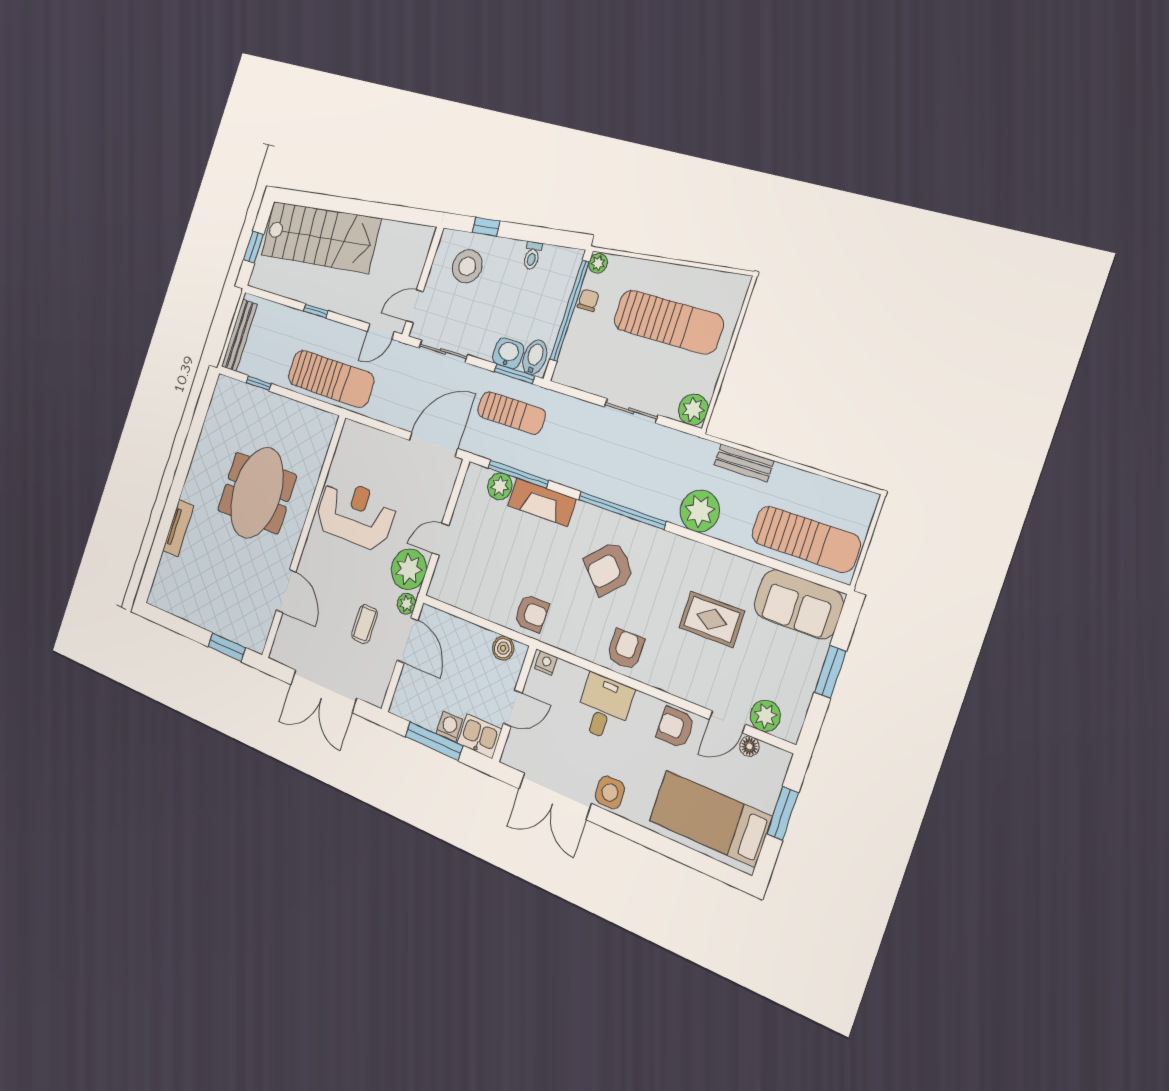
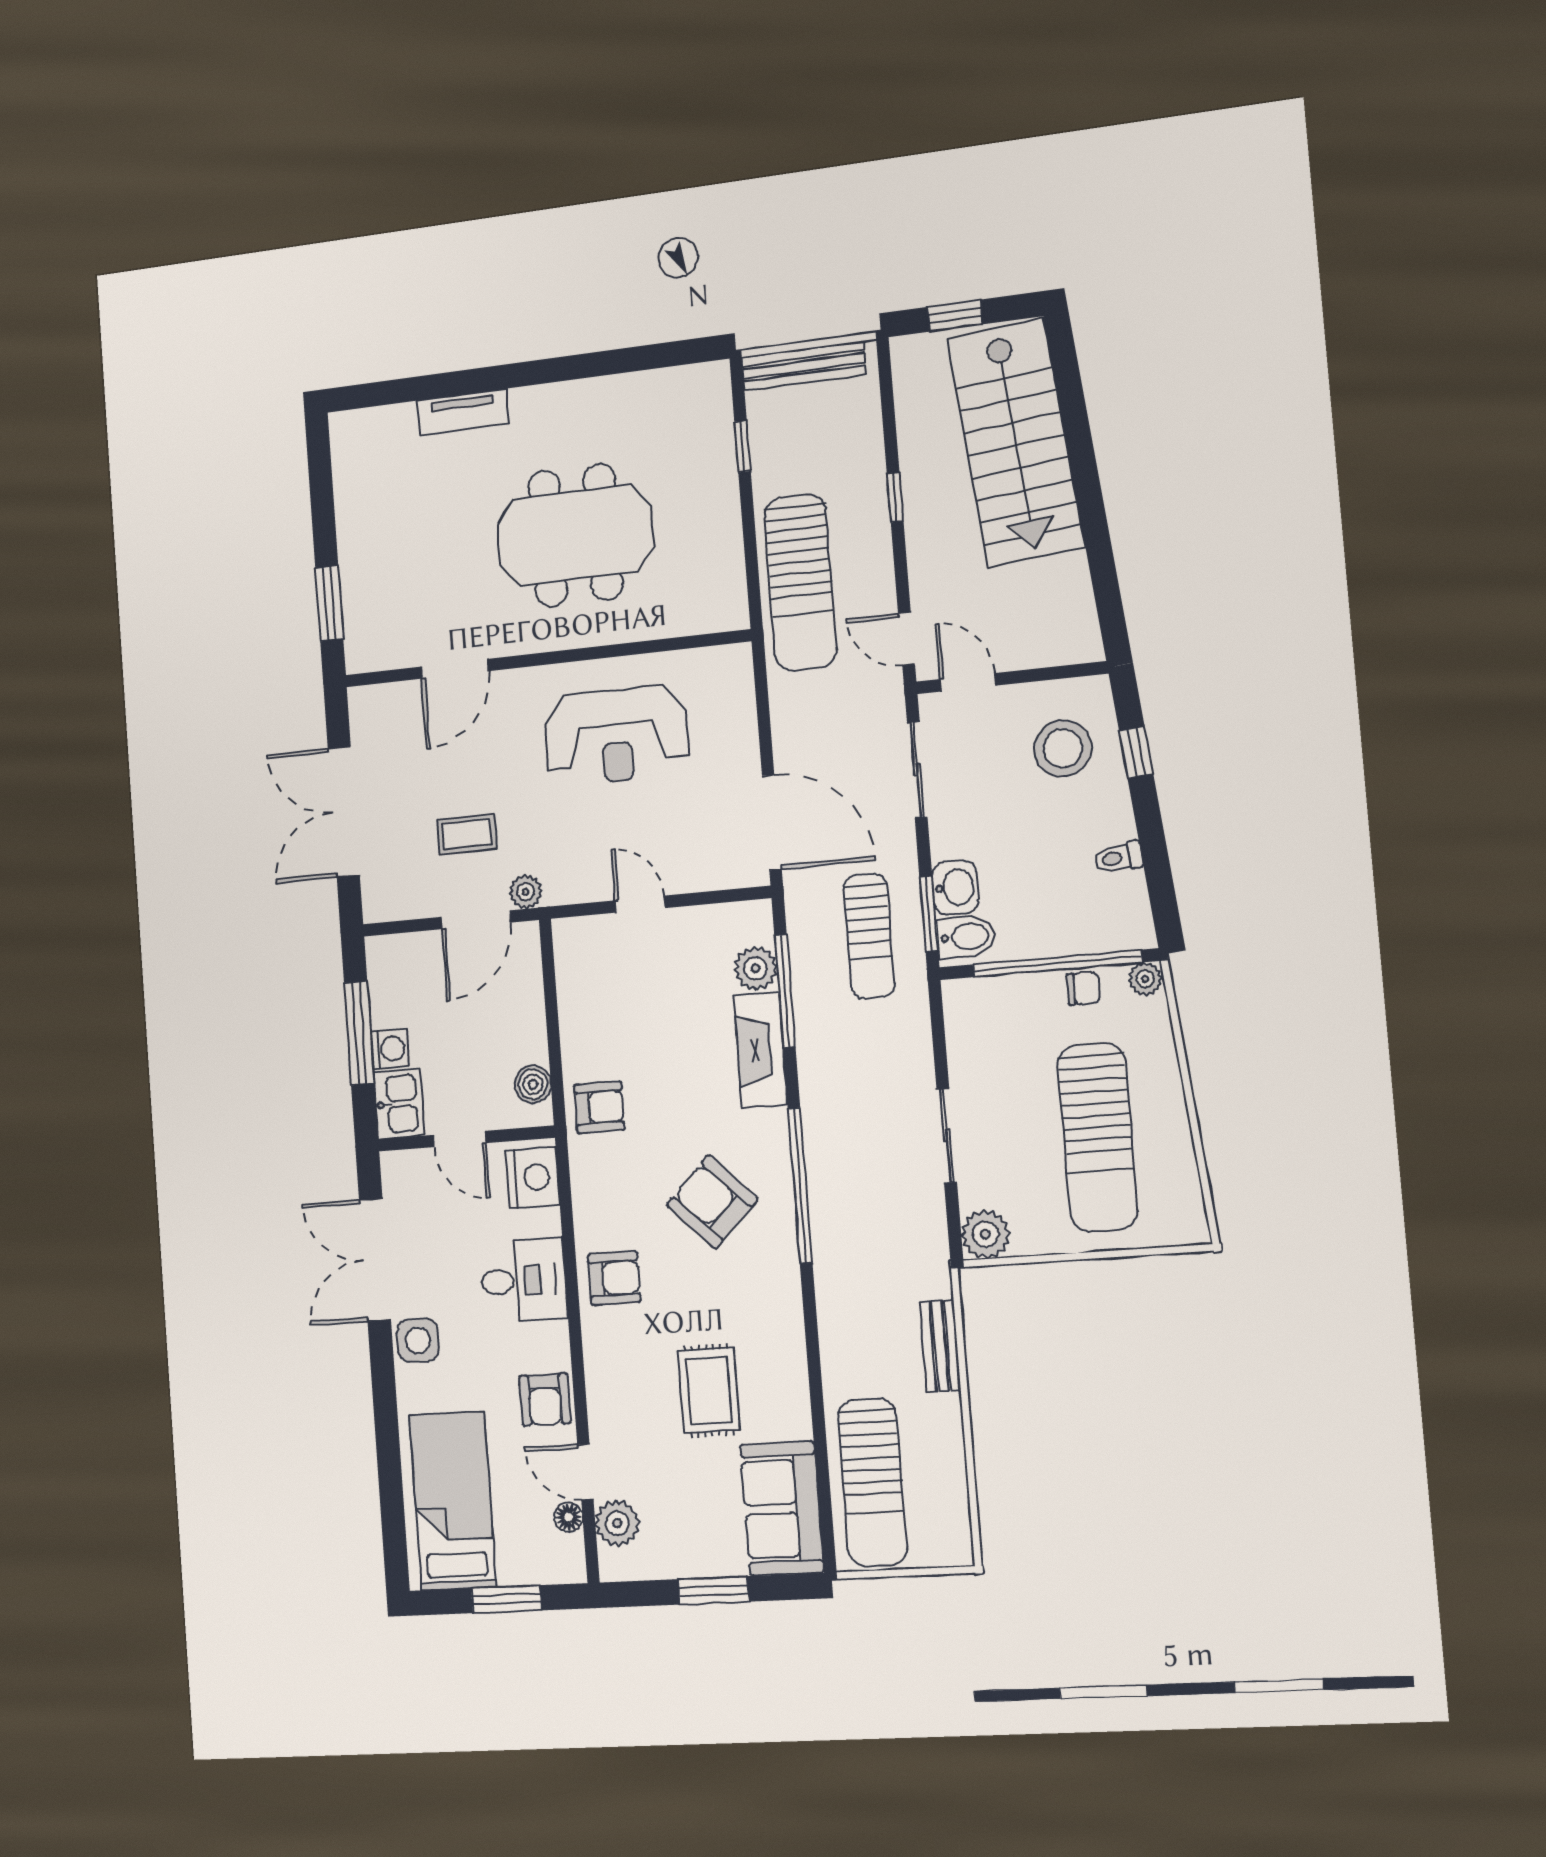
plant: (700, 511) -> (847, 1308), removed
reception desk: (355, 514) -> (616, 735), turned 90
plant: (409, 569) -> (575, 871), removed
armchair: (532, 613) -> (599, 1107), turned -90
nightstand: (546, 663) -> (533, 1177), width x1.89, depth x1.79
armchair: (675, 727) -> (545, 1399), turned 180

